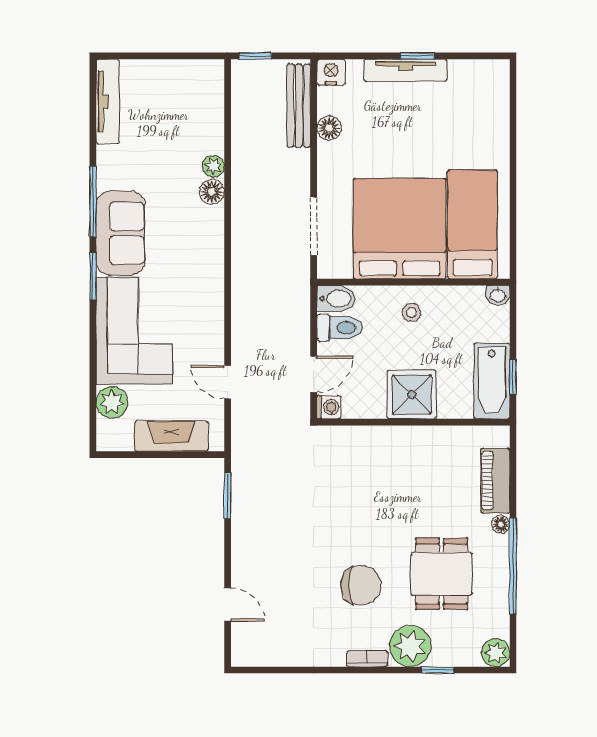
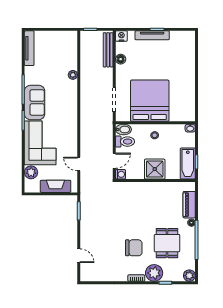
floor lamp: (212, 192) -> (72, 85), removed
bed: (473, 224) -> (180, 99), removed

